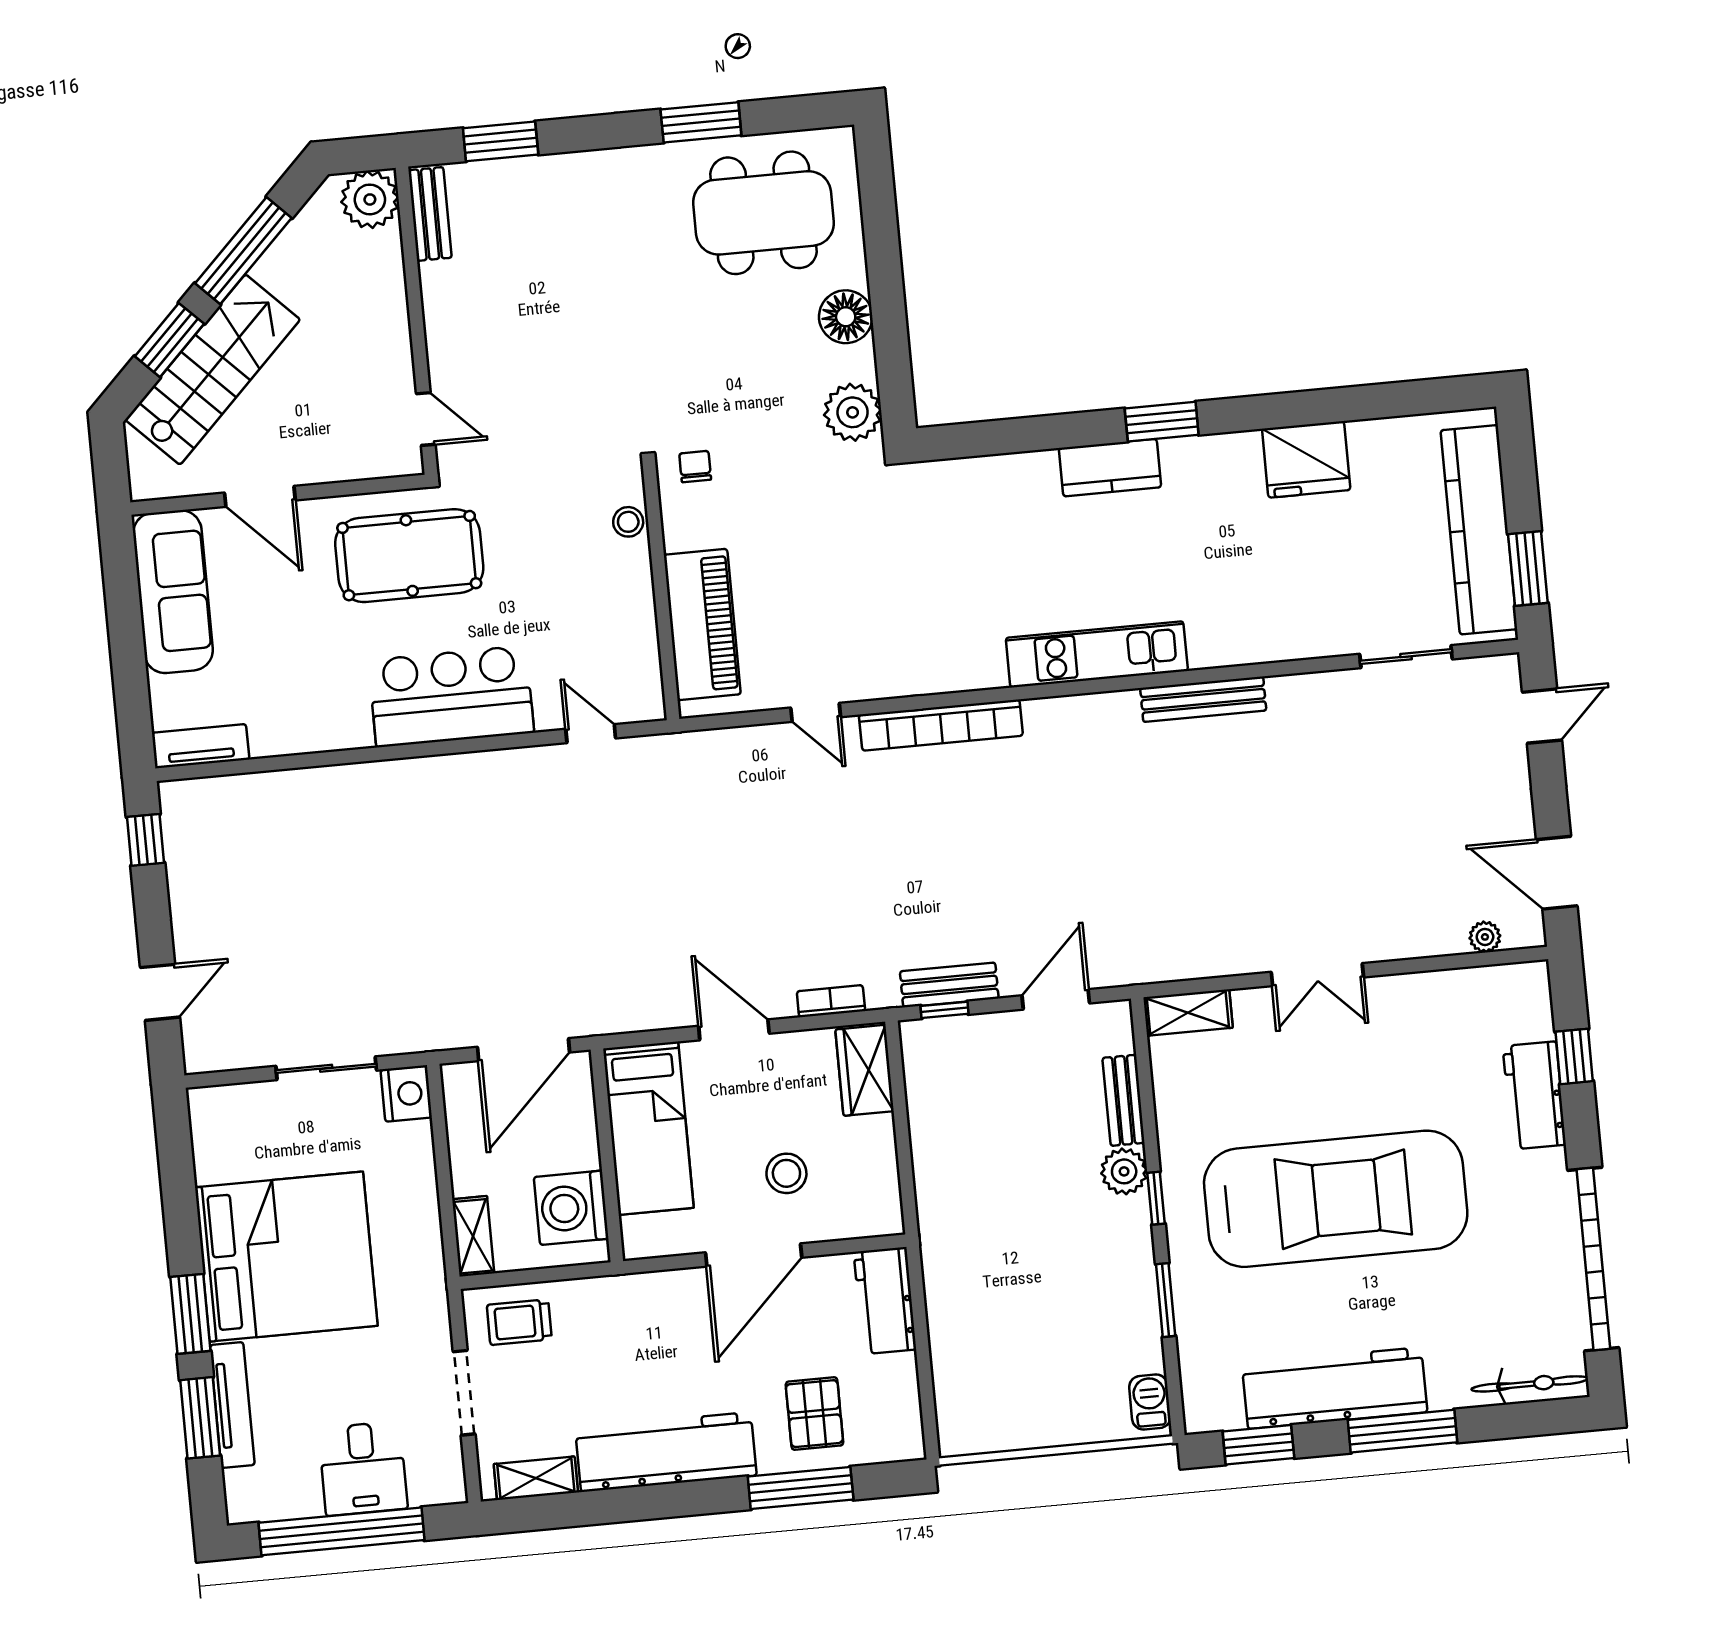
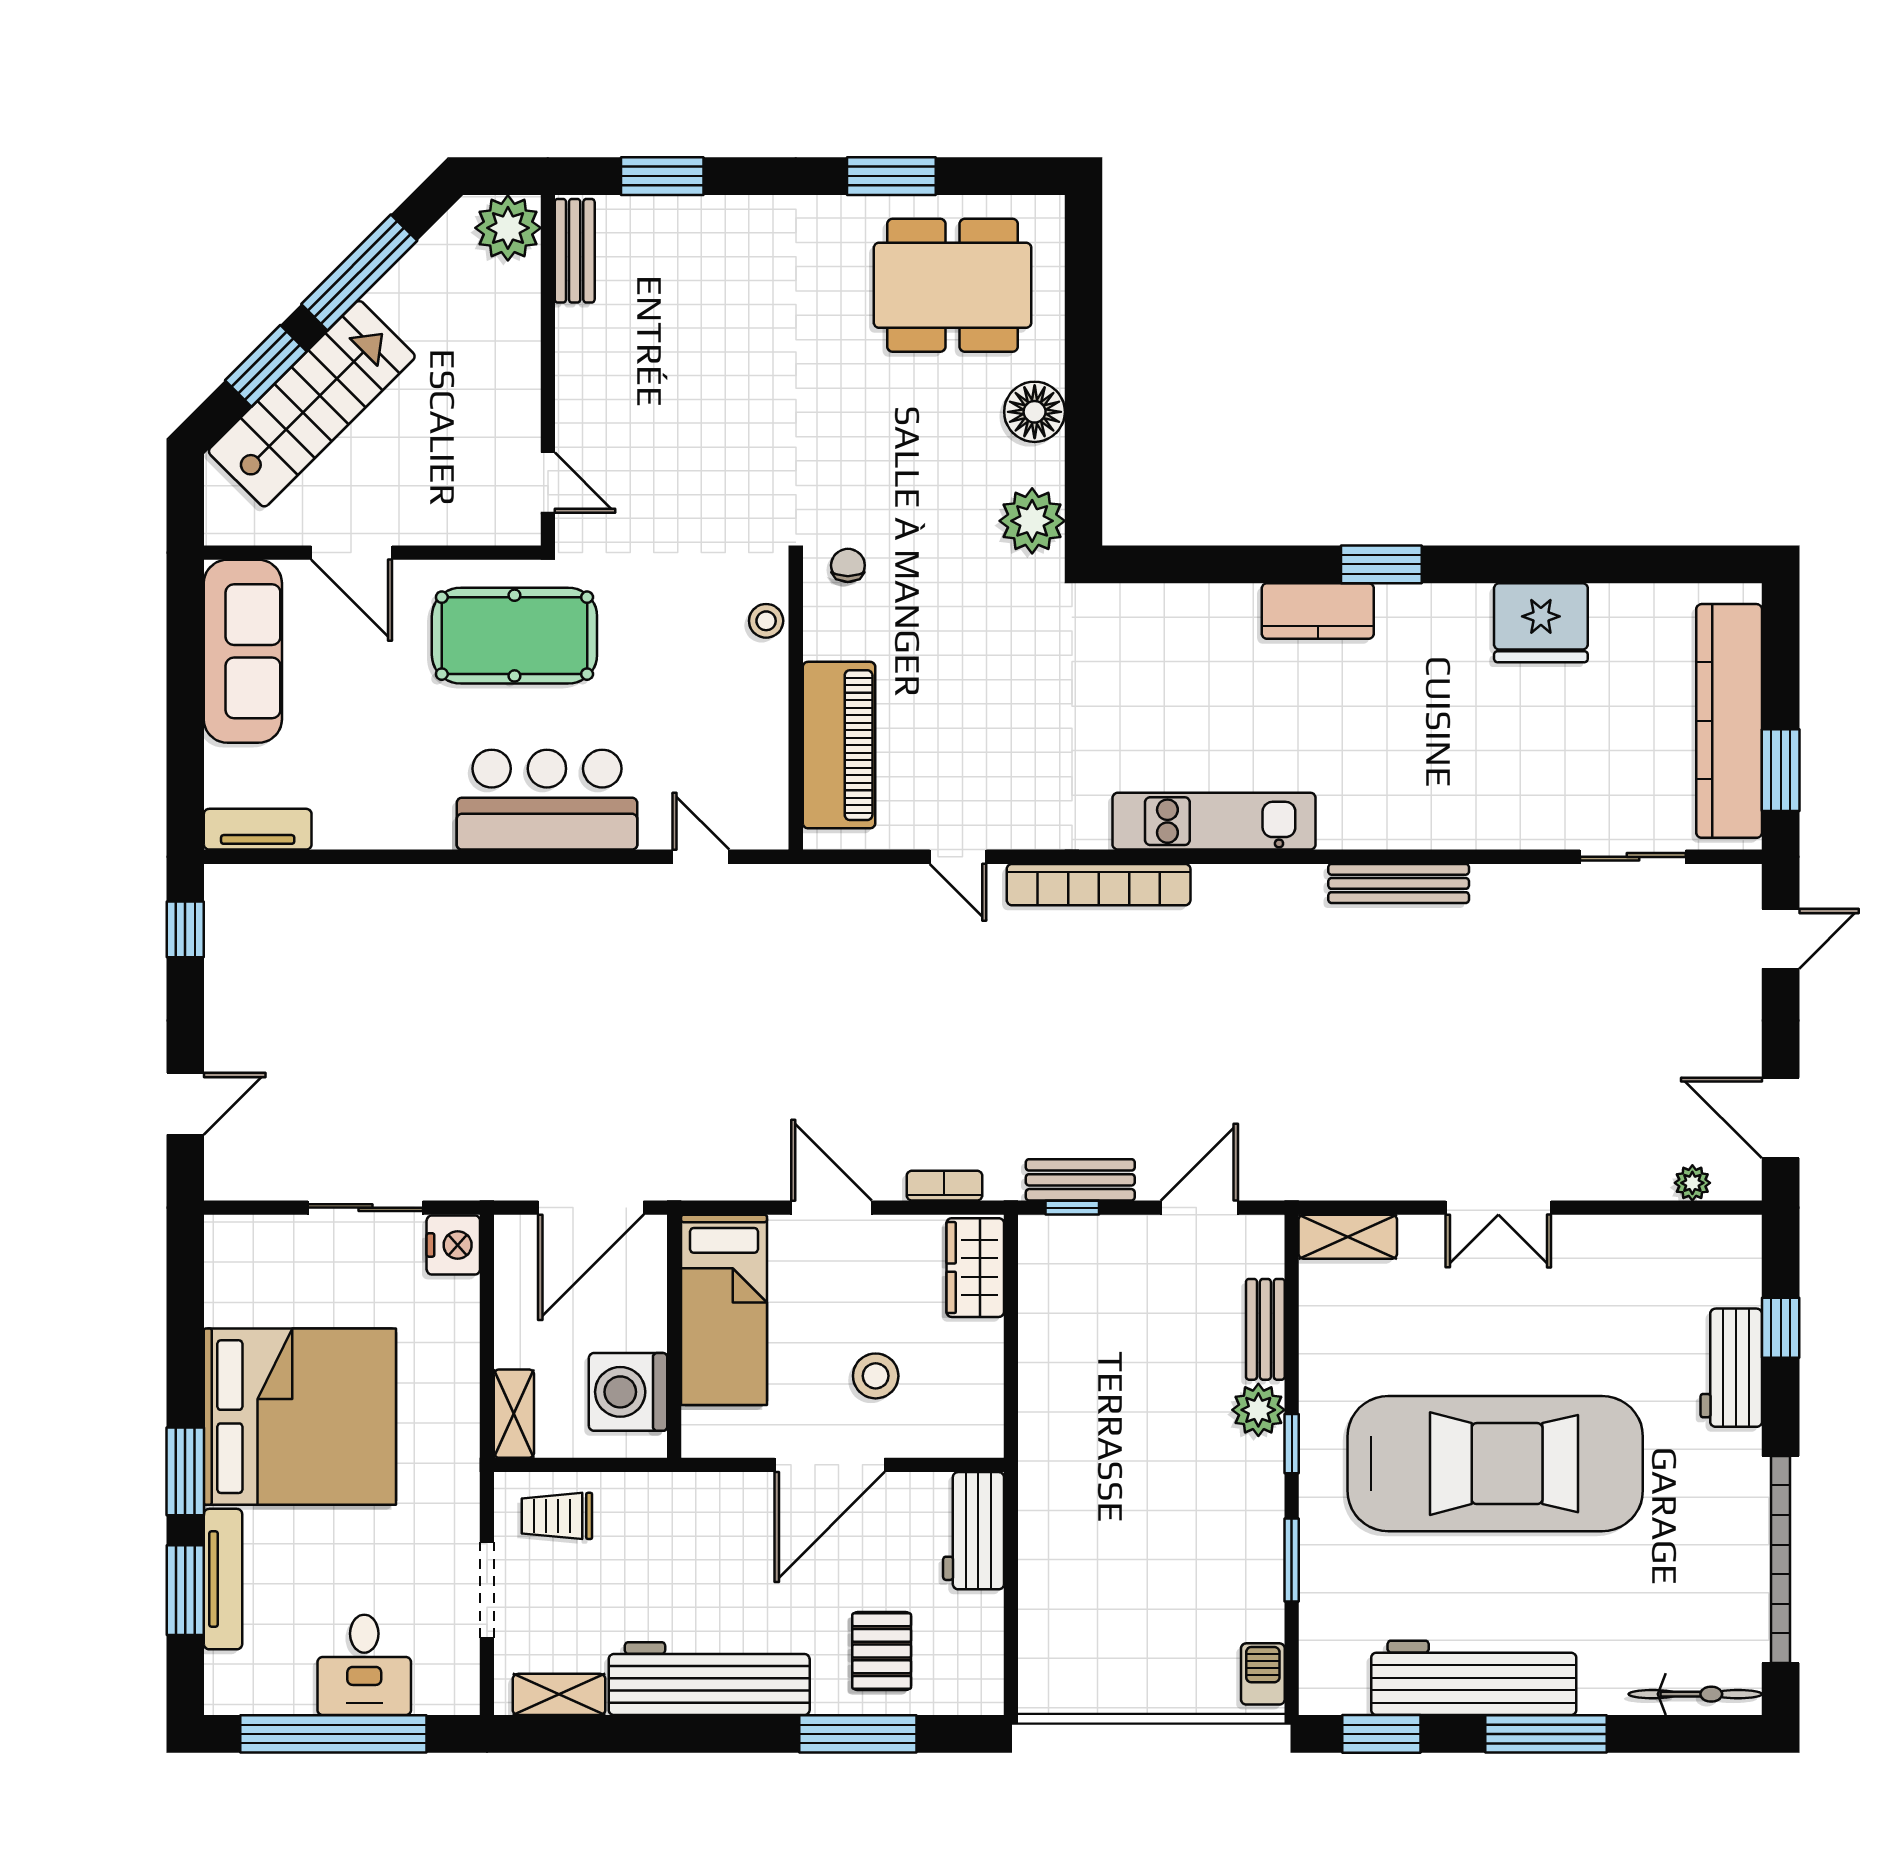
kitchen unit: (1097, 654) -> (1214, 821), moved

